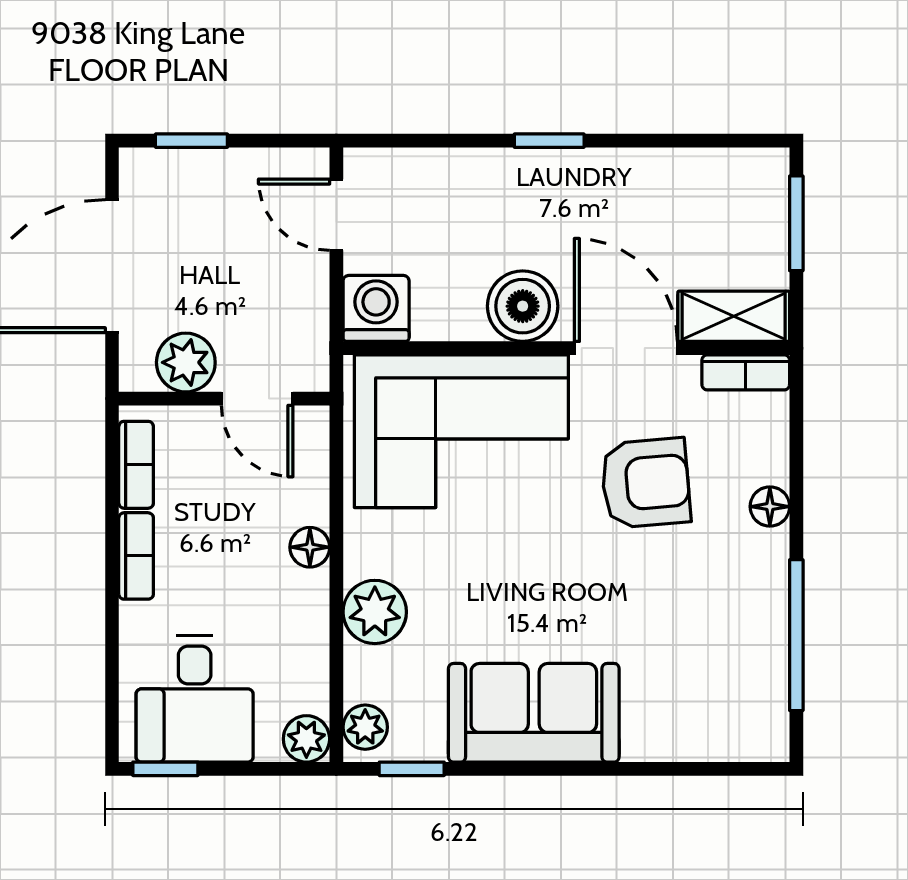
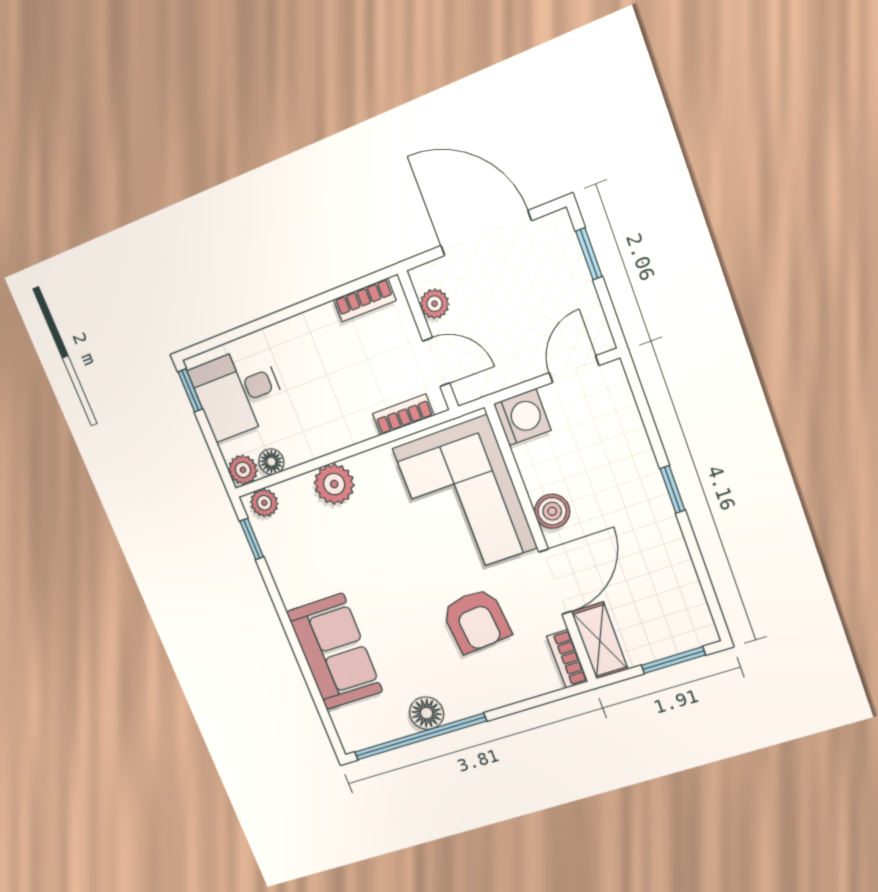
boiler: (523, 306) -> (552, 511), width x0.73, depth x0.73
plant: (186, 362) -> (435, 304), width x0.73, depth x0.73
door: (257, 399) -> (436, 362), swing flipped
floor lamp: (770, 507) -> (427, 713), moved, width x1.37, depth x1.37
floor lamp: (310, 547) -> (271, 462), moved
bookcase: (136, 556) -> (403, 415), moved, turned 180
window: (796, 635) -> (420, 737), width x1.46
sofa: (534, 713) -> (335, 652), moved

